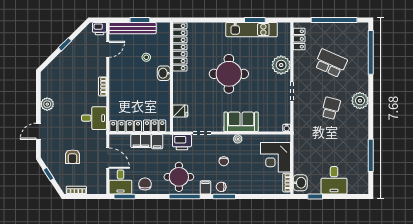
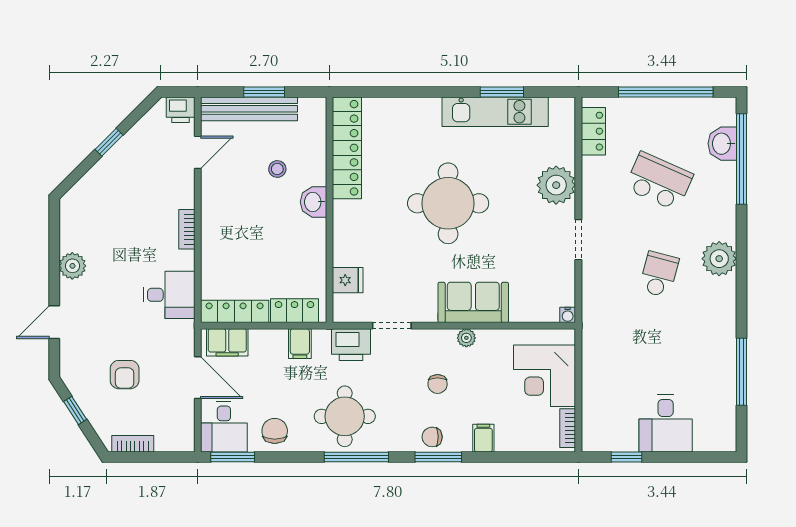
filing cabinet: (141, 141) -> (227, 342), moved
washbasin: (300, 183) -> (722, 144), moved, turned 180
filing cabinet: (205, 187) -> (483, 438), moved

